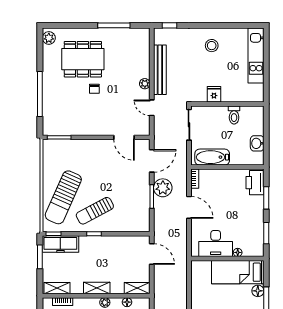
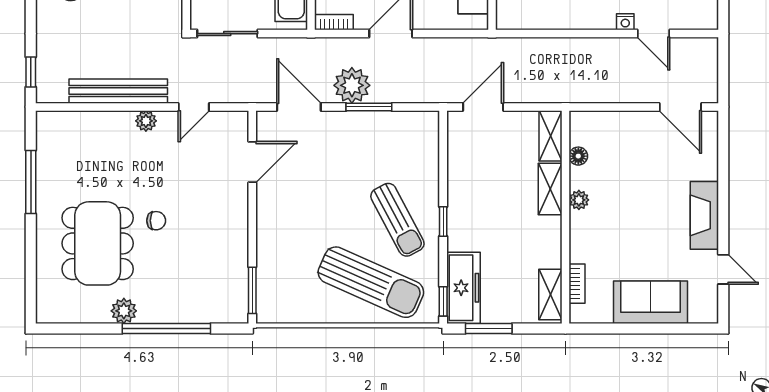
plant: (49, 38) -> (124, 311), moved
shelving: (97, 288) -> (550, 189), moved

